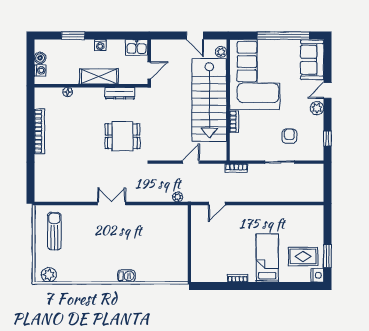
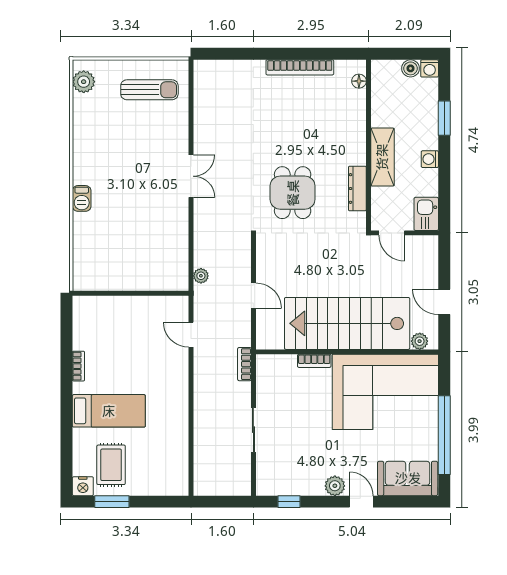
door: (195, 36) -> (444, 302), hinge flipped
washing machine: (40, 71) -> (430, 68), moved
floor lamp: (68, 92) -> (359, 81), moved
armchair: (289, 136) -> (293, 444), removed

